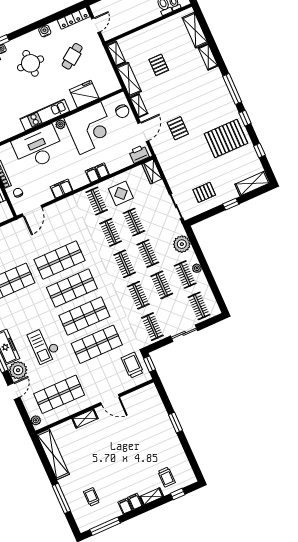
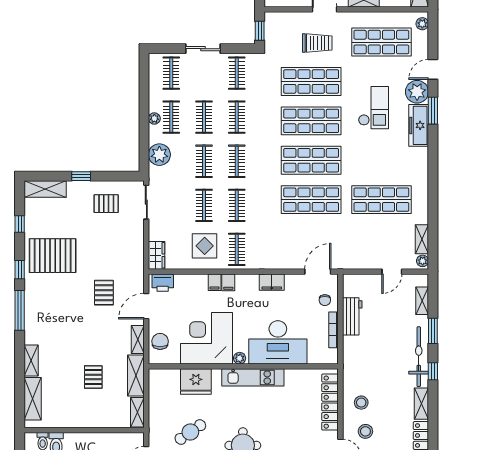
trolley: (132, 365) -> (317, 43), moved, turned -90

